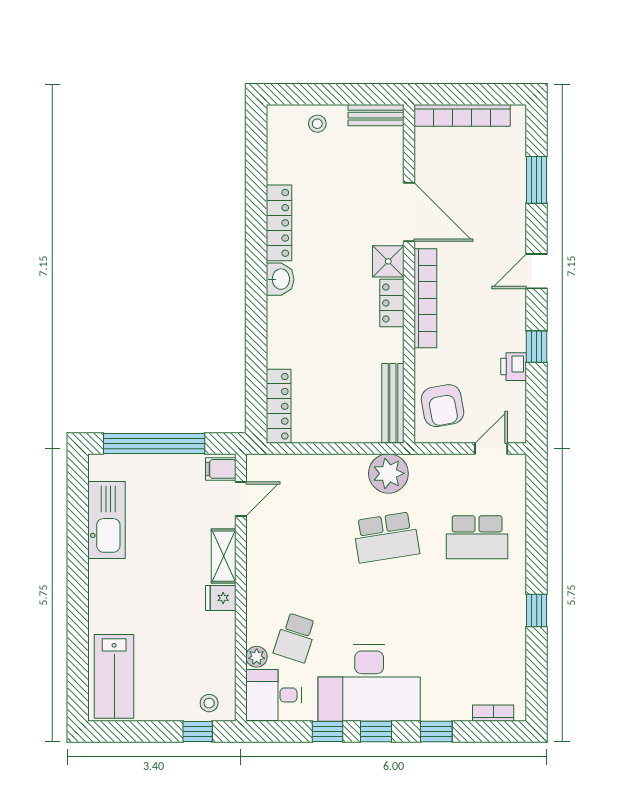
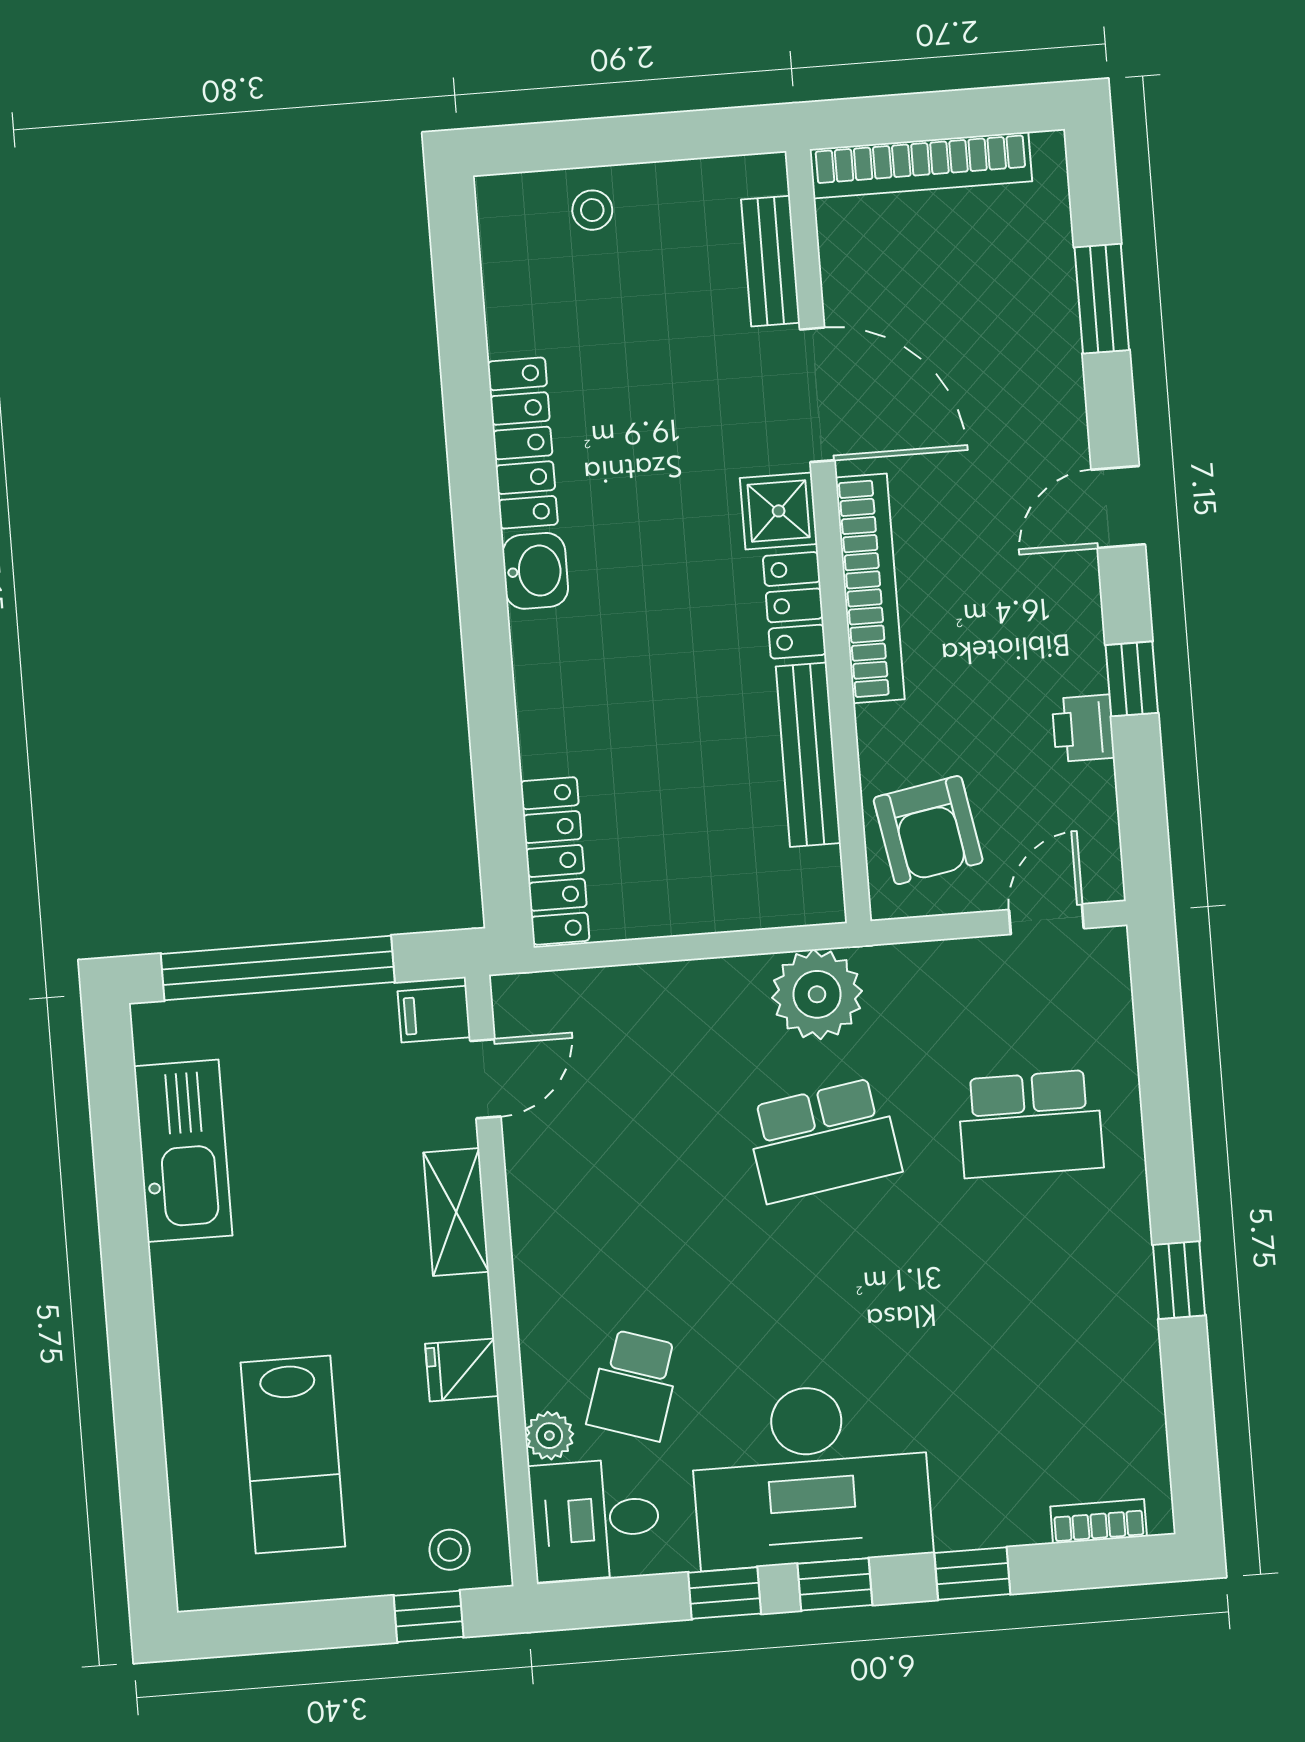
bench: (376, 115) -> (771, 261), moved, turned 90
bench: (393, 403) -> (808, 755), moved
fridge: (221, 598) -> (462, 1370), moved
lab bench: (114, 676) -> (293, 1455), moved

